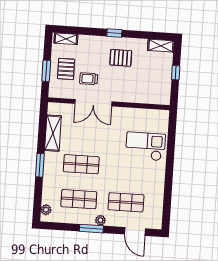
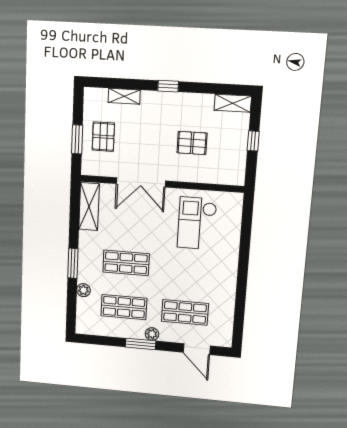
shelving: (66, 39) -> (124, 96), moved
pallet: (121, 58) -> (192, 143), moved
trolley: (89, 79) -> (134, 150), removed
shelving: (53, 133) -> (89, 207), moved
checkout: (145, 146) -> (197, 223), moved, turned -90
plant: (46, 210) -> (83, 290), moved

